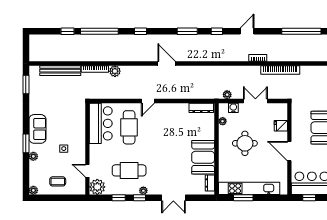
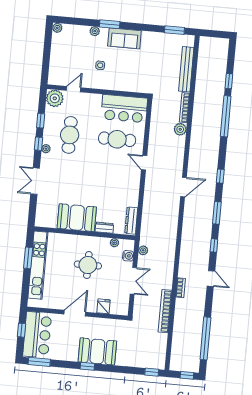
window: (140, 31) -> (220, 176), moved
coffee table: (58, 181) -> (65, 55), removed
dresser: (210, 183) -> (104, 228), moved

